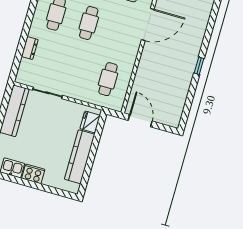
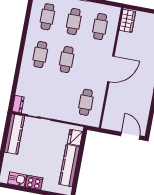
door: (148, 24) -> (111, 69), moved
dresser: (30, 48) -> (18, 104), moved
door: (140, 121) -> (130, 136), moved

